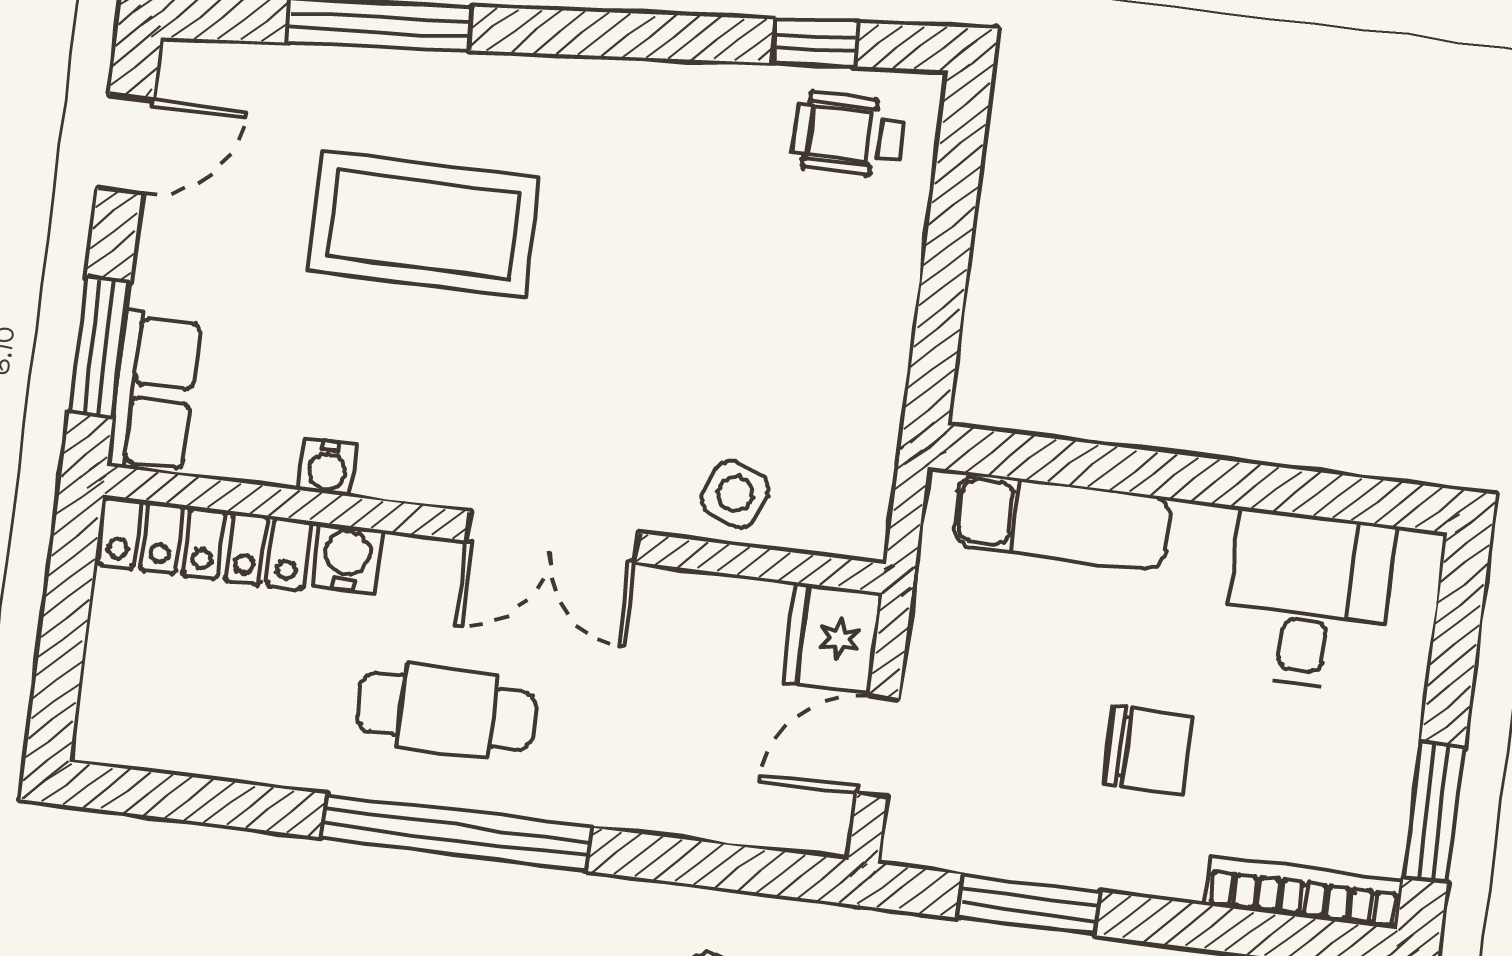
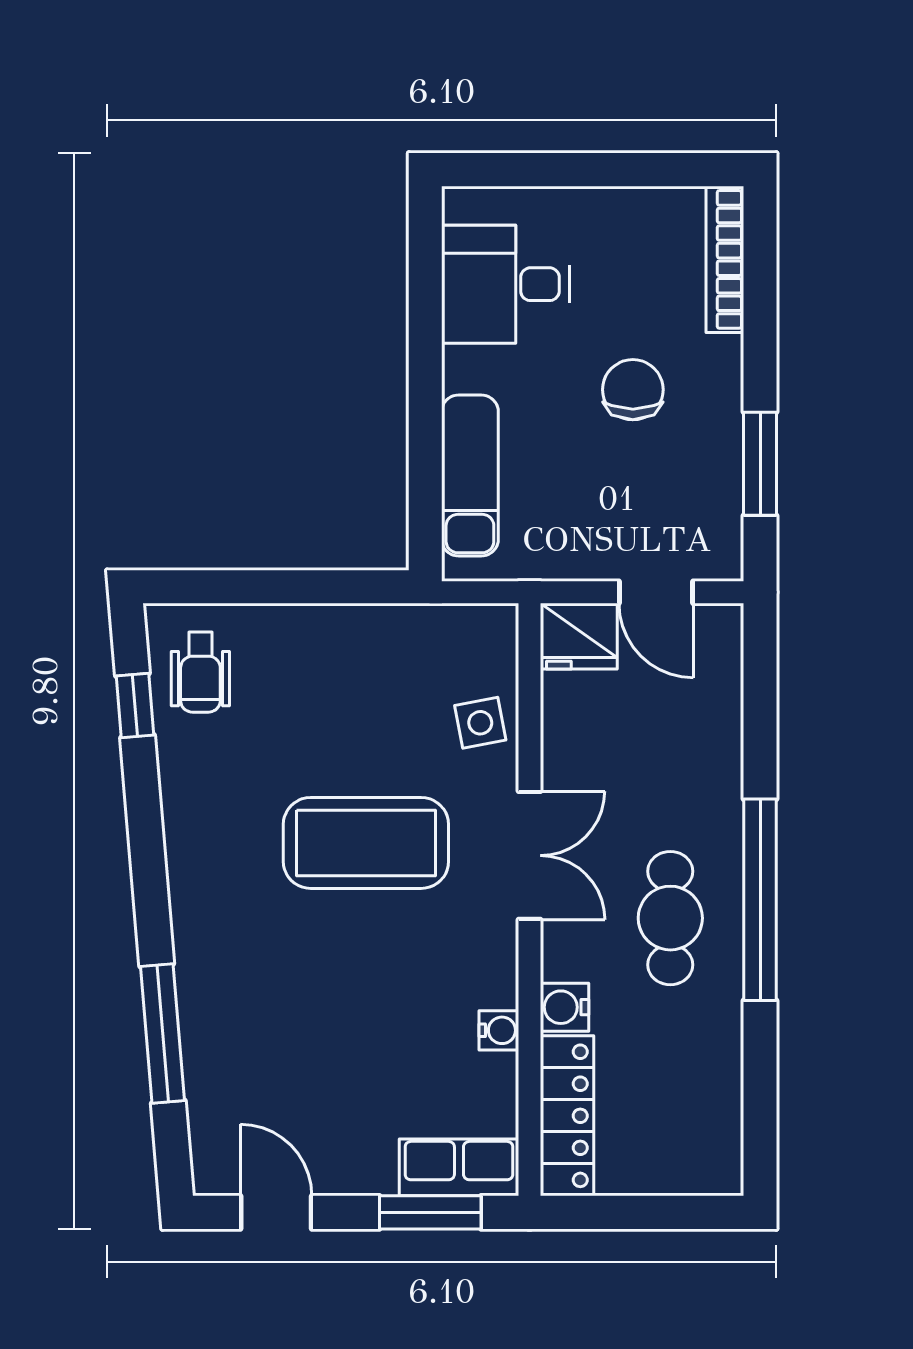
coffee table: (424, 224) -> (366, 843), moved, turned 90
side table: (735, 494) -> (480, 723), turned -34
window: (1434, 813) -> (653, 170), removed

